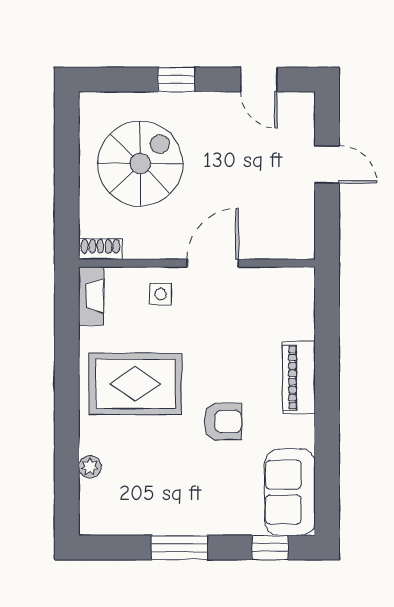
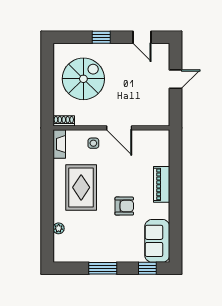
door: (327, 164) -> (176, 79), hinge flipped
door: (213, 263) -> (119, 128), swing flipped
rug: (135, 384) -> (81, 187), turned 90

